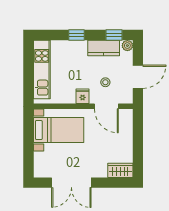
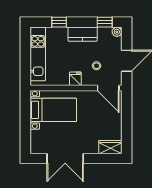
window: (77, 35) -> (59, 22), moved
kitchen counter: (104, 48) -> (83, 34), moved
door: (106, 106) -> (108, 88), moved

